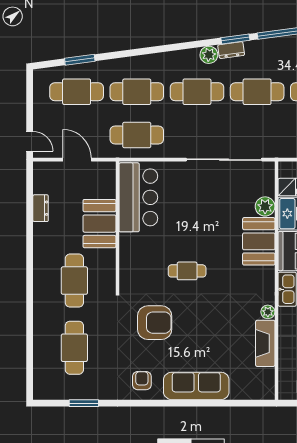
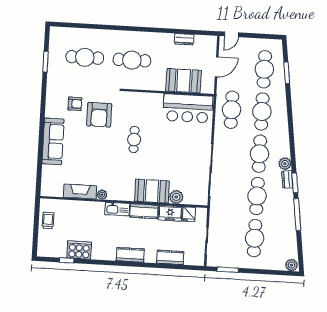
booth: (99, 224) -> (184, 81), moved
armchair: (142, 381) -> (75, 104), moved

